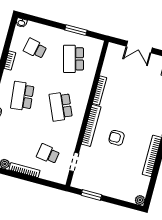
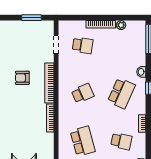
school desk: (22, 96) -> (121, 93), turned 30
school desk: (61, 106) -> (83, 93), width x0.54
armchair: (117, 138) -> (22, 78), turned 180

